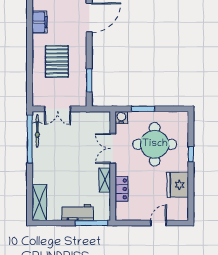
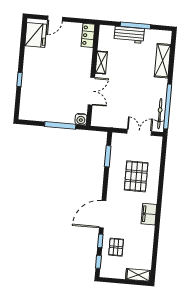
window: (143, 109) -> (60, 125), width x1.44
round table: (155, 144) -> (52, 92), removed
fridge: (178, 185) -> (36, 35), moved
locker: (122, 189) -> (88, 35), moved
shelving: (39, 202) -> (163, 61), moved
window: (92, 223) -> (135, 25), moved

